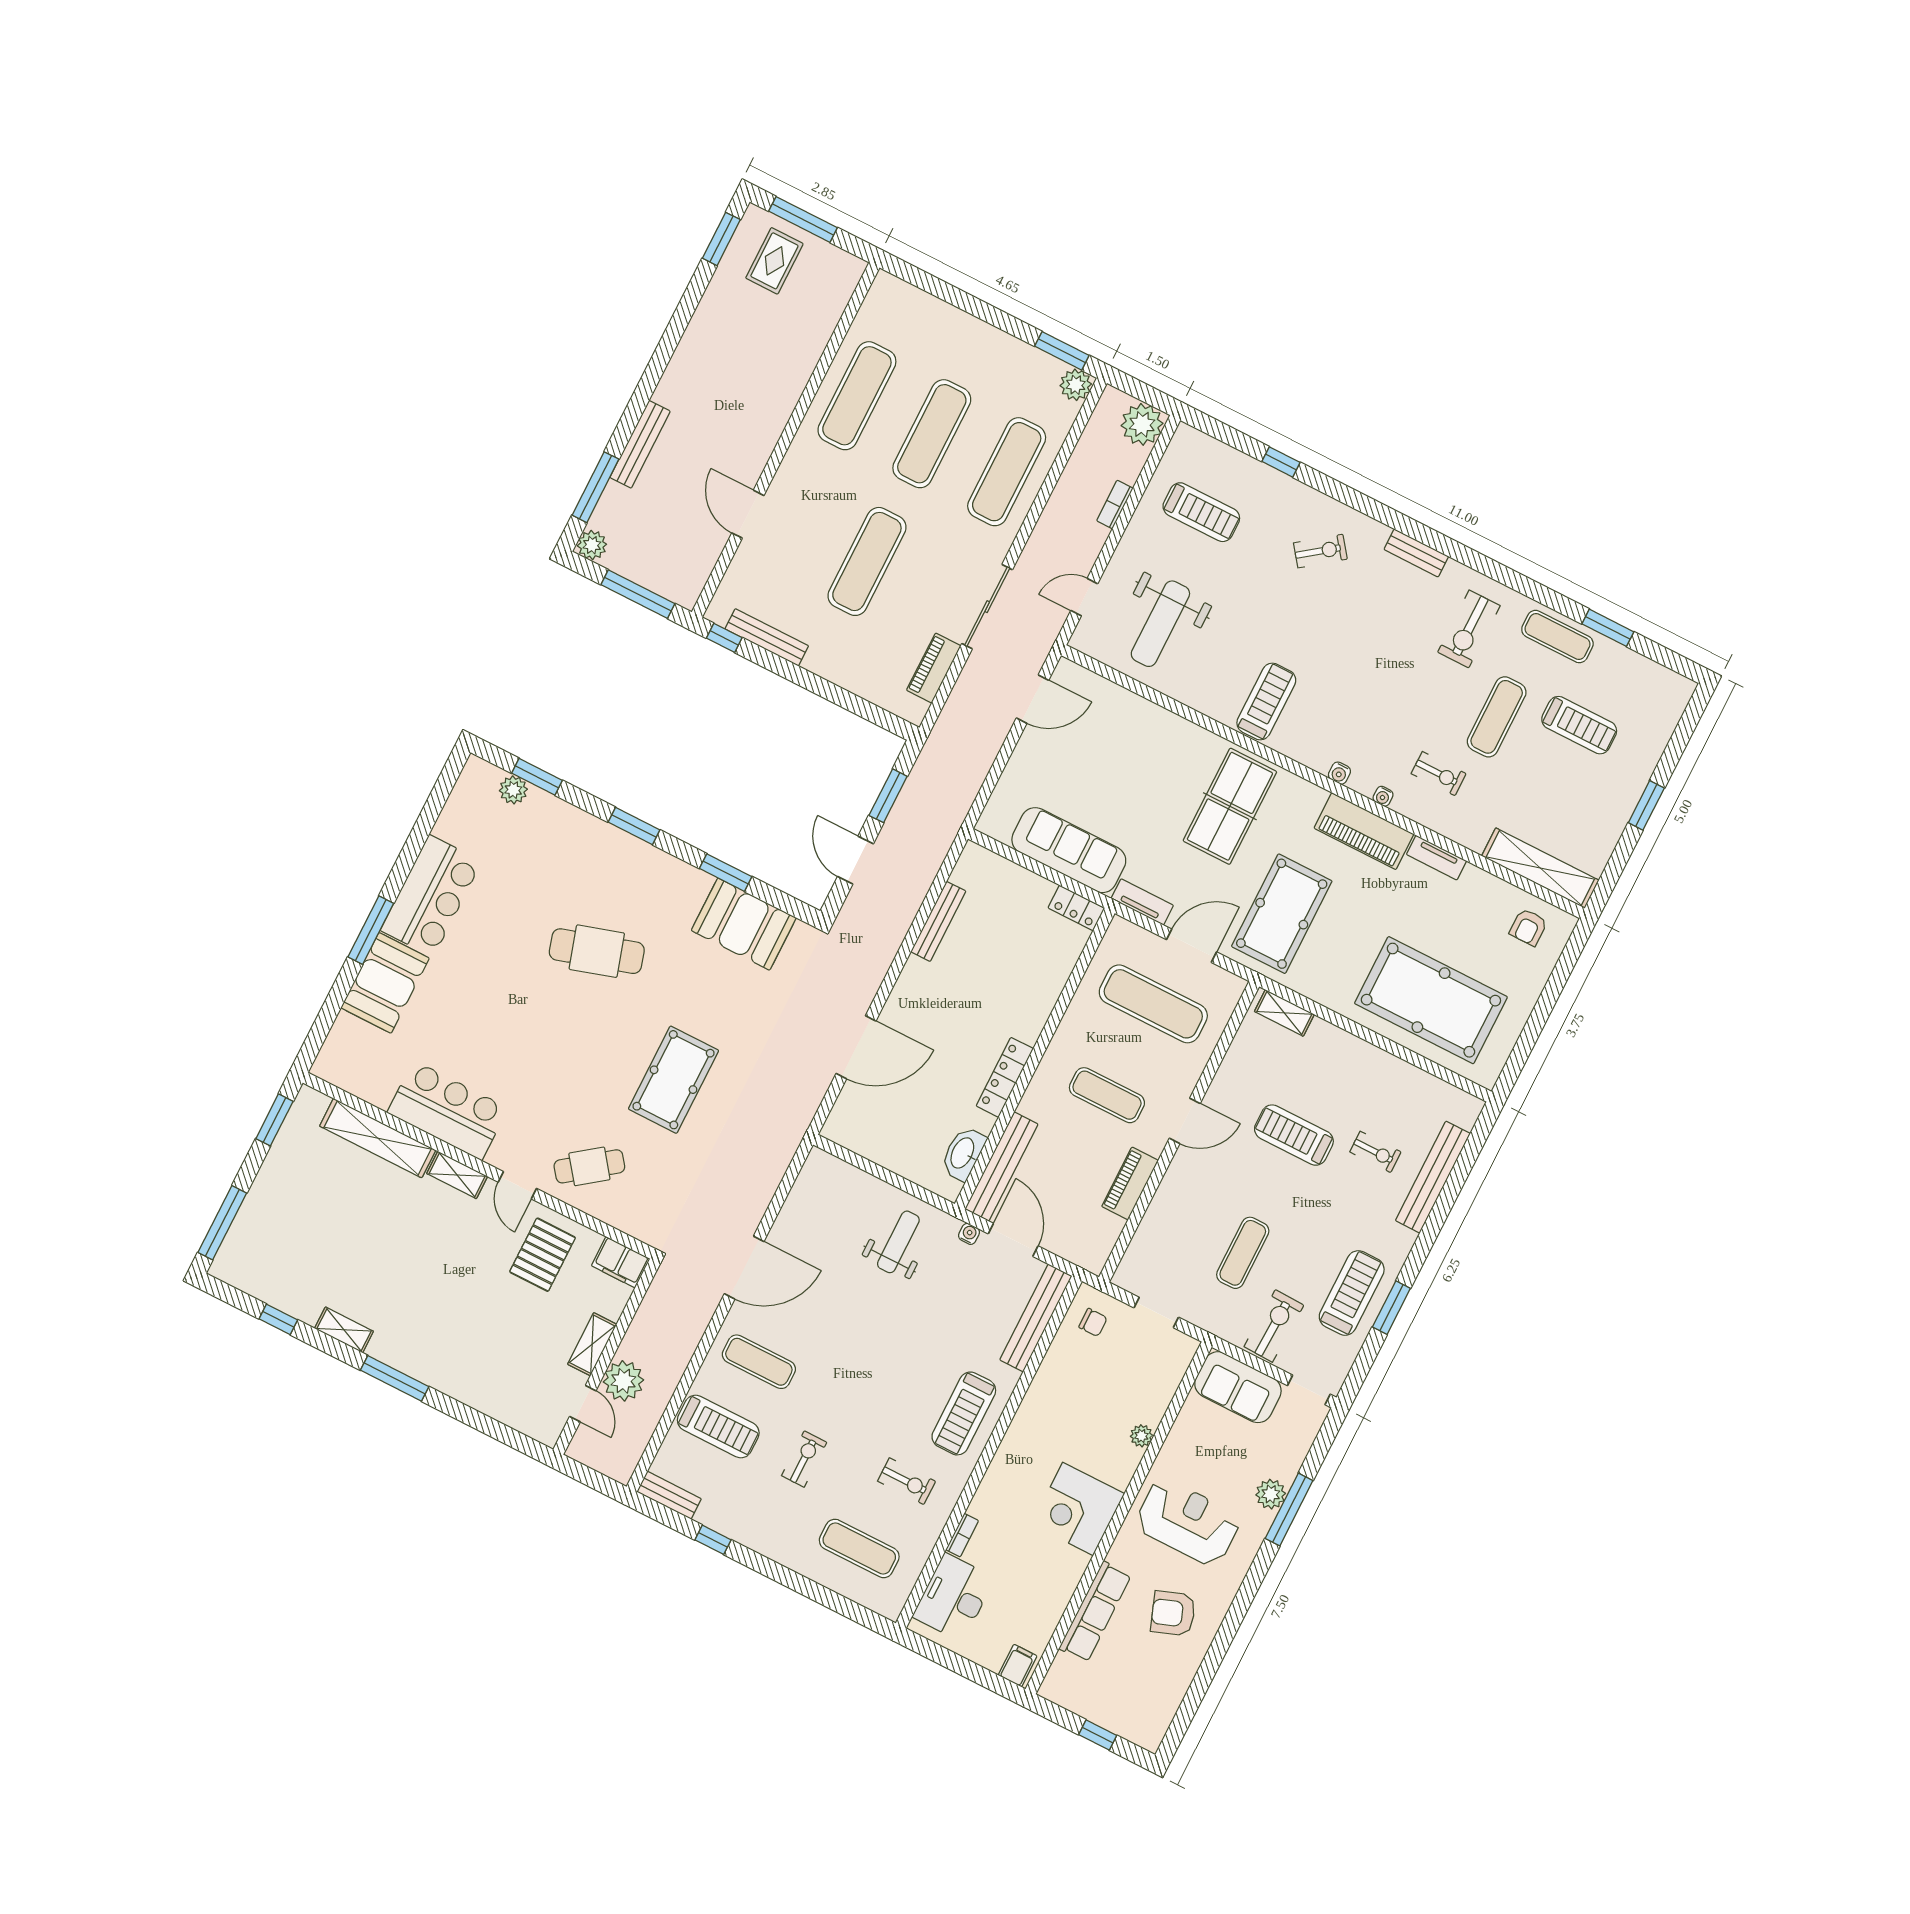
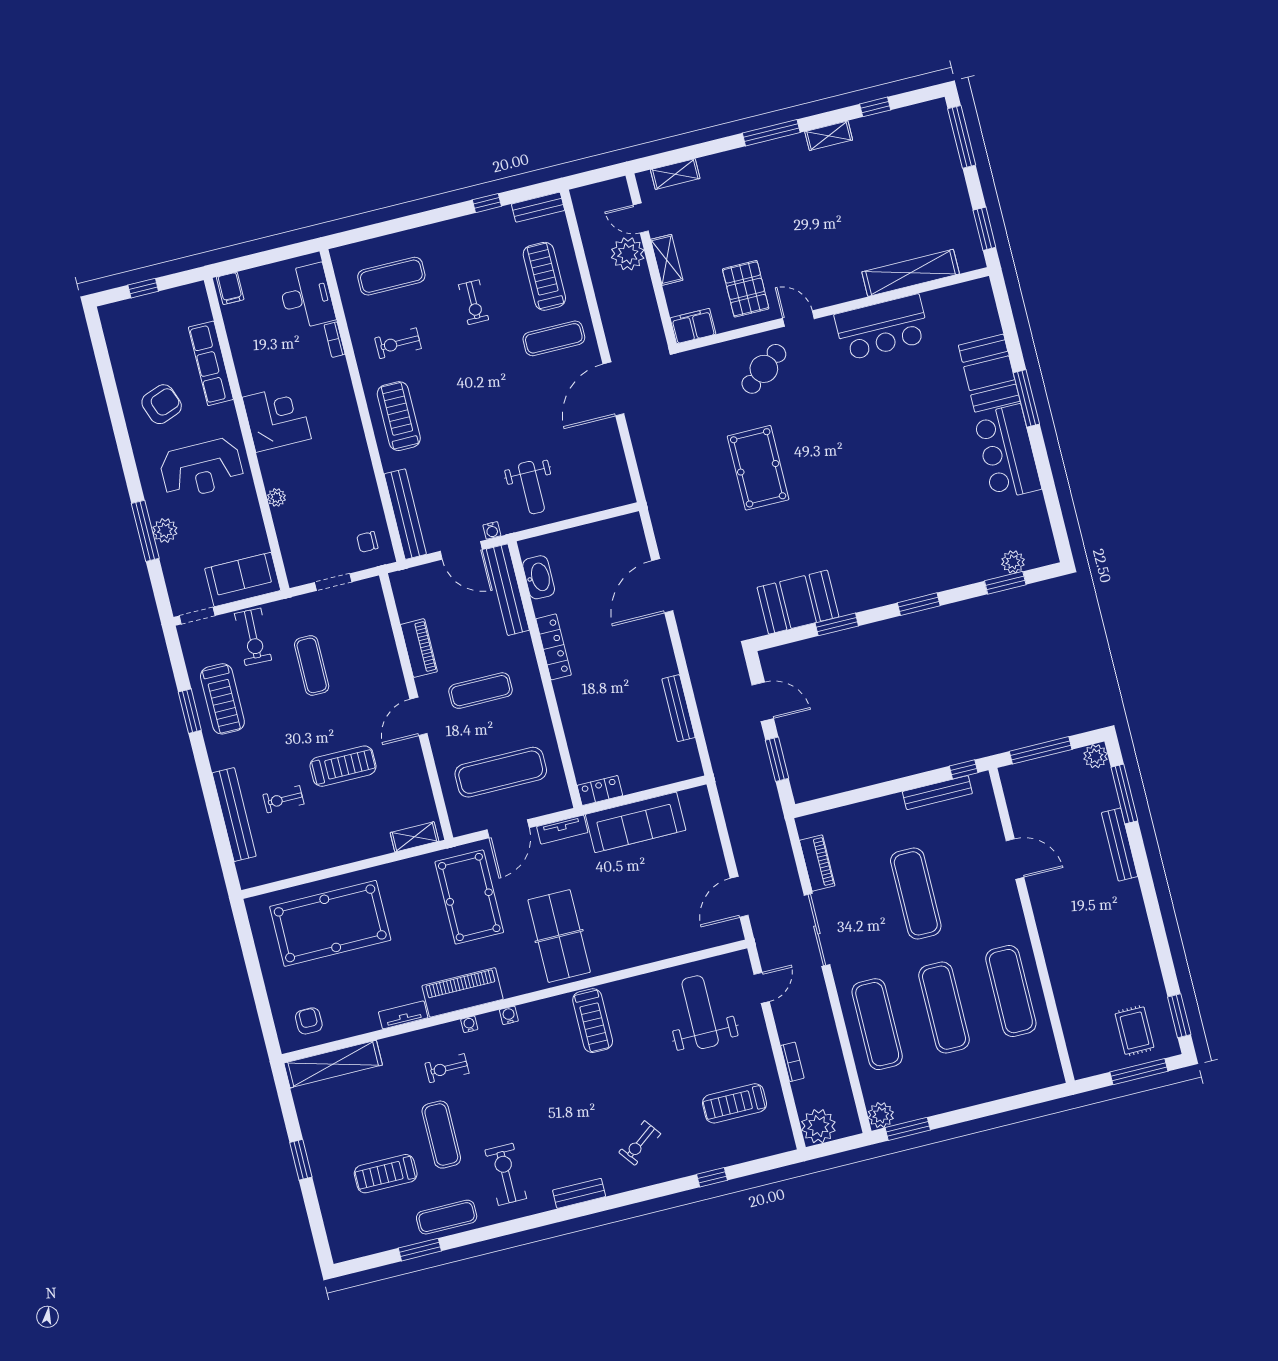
cafe table: (597, 951) -> (875, 506), removed
shelving: (457, 1175) -> (675, 174), moved
treadmill: (718, 1427) -> (544, 276), turned 90

